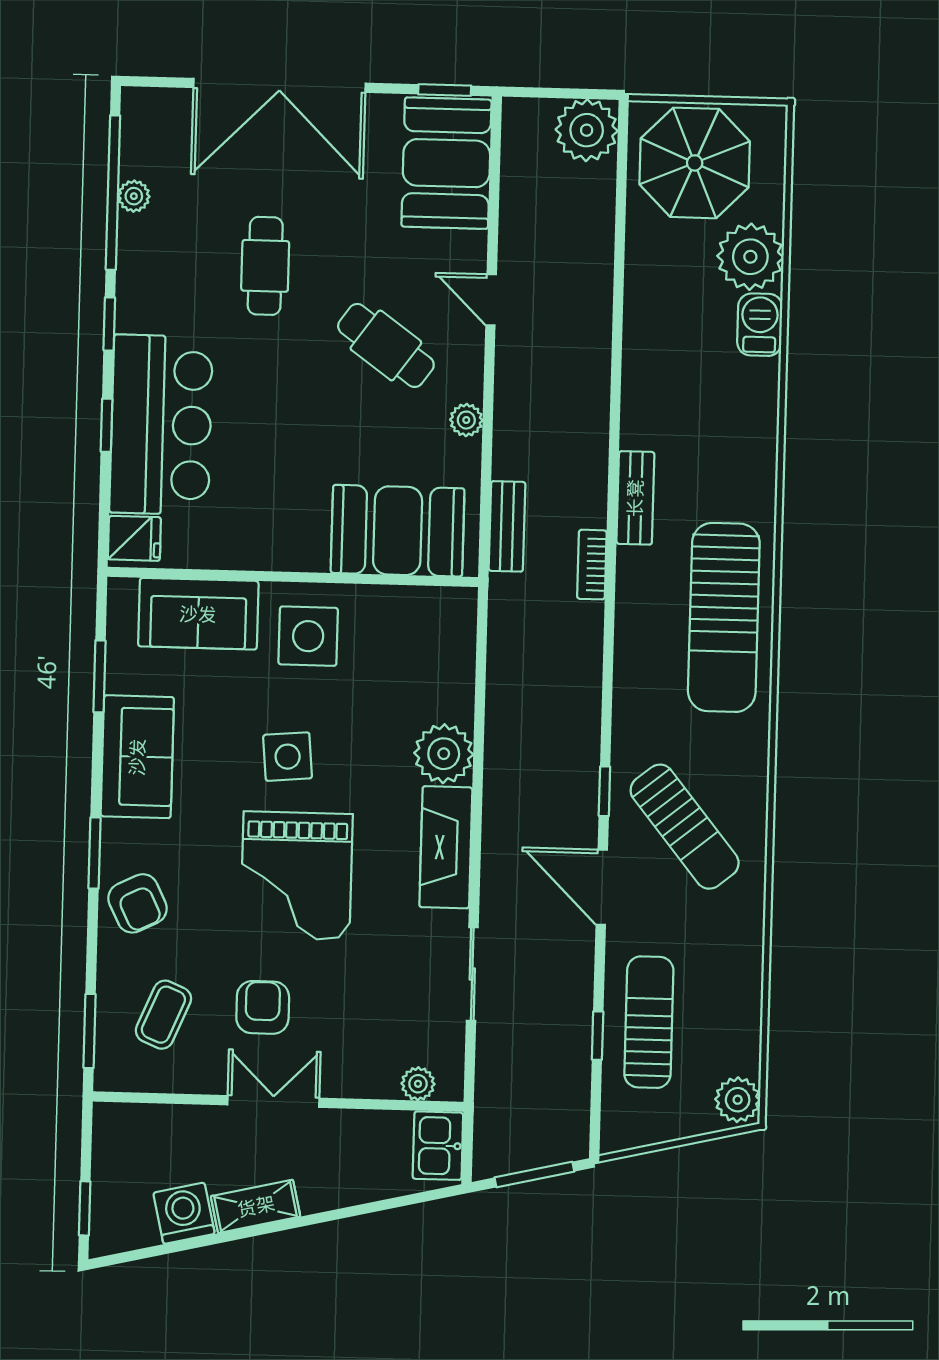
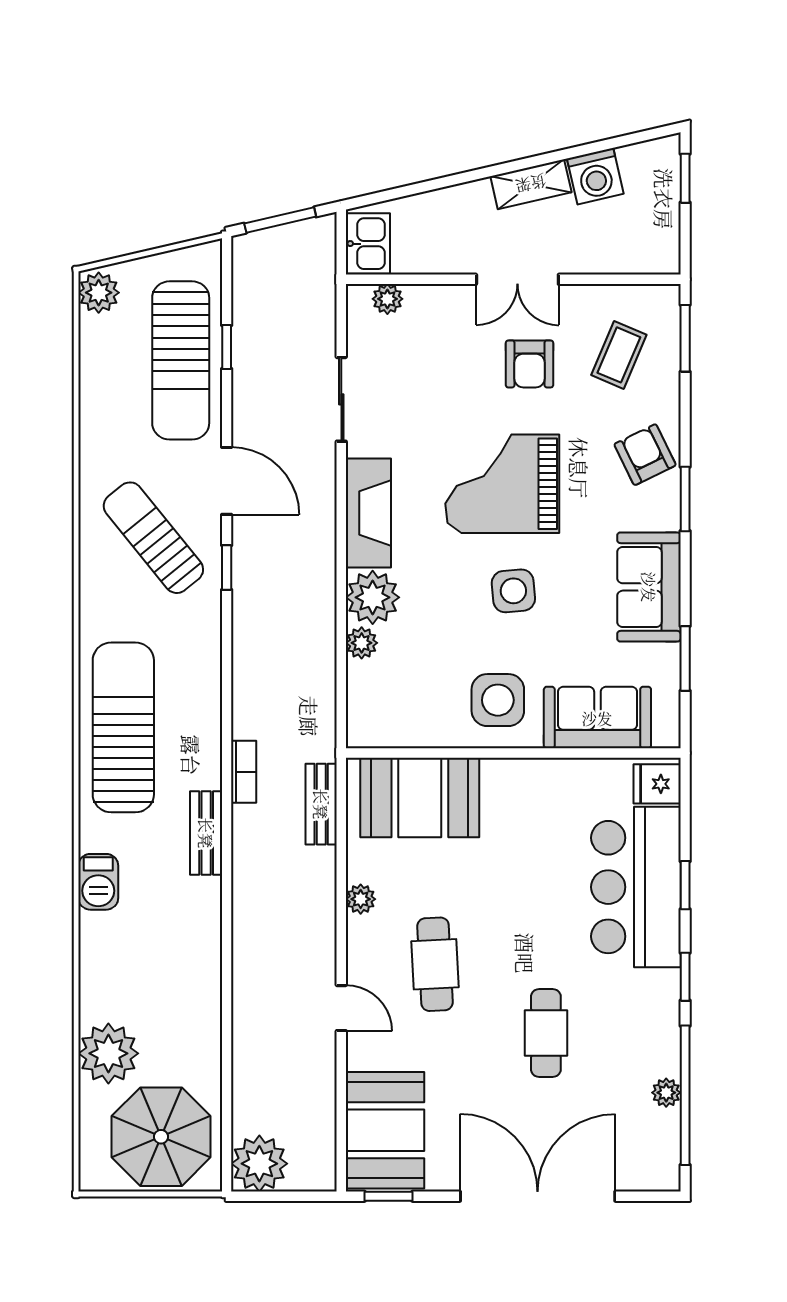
barbecue: (760, 325) -> (98, 882), moved
cafe table: (386, 345) -> (435, 964), turned 51
plant: (457, 704) -> (362, 643), added
grand piano: (297, 876) -> (502, 484), turned -90
sun lounger: (649, 1022) -> (181, 360), width x1.36, depth x1.34

